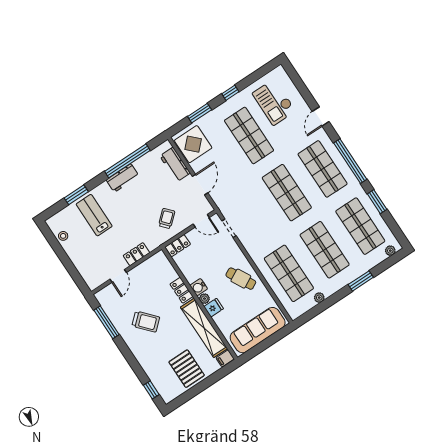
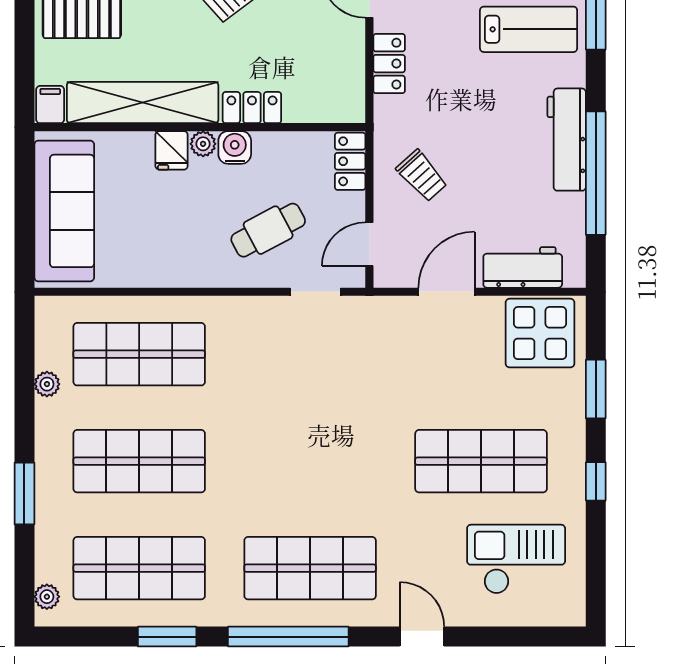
workbench: (123, 178) -> (567, 140), width x1.38
door: (200, 185) -> (446, 292), swing flipped
shop shelf: (287, 193) -> (310, 461), removed
cafe table: (241, 279) -> (268, 230), moved

